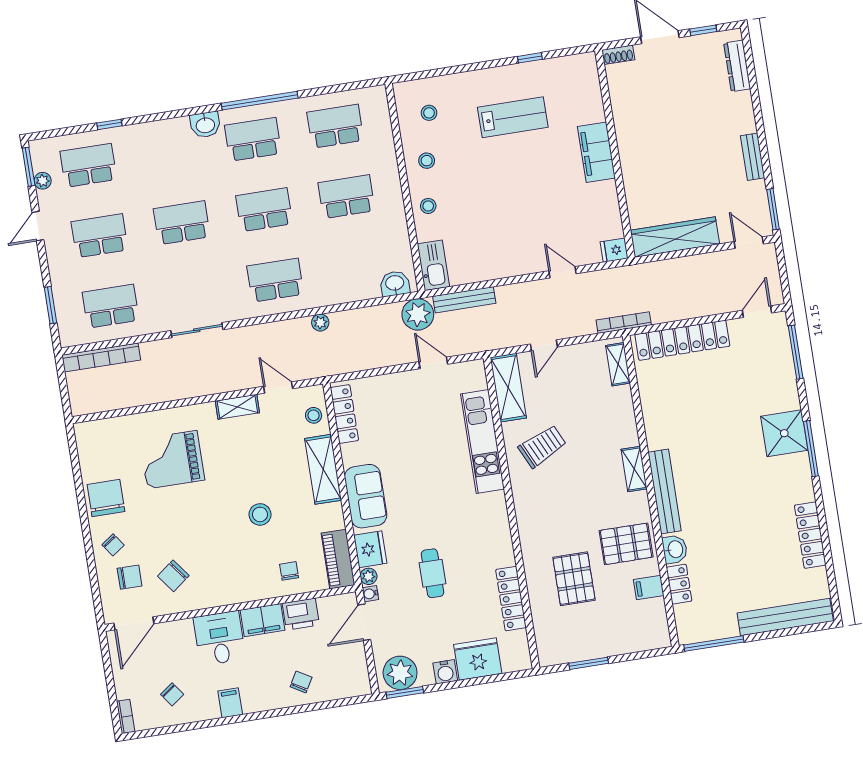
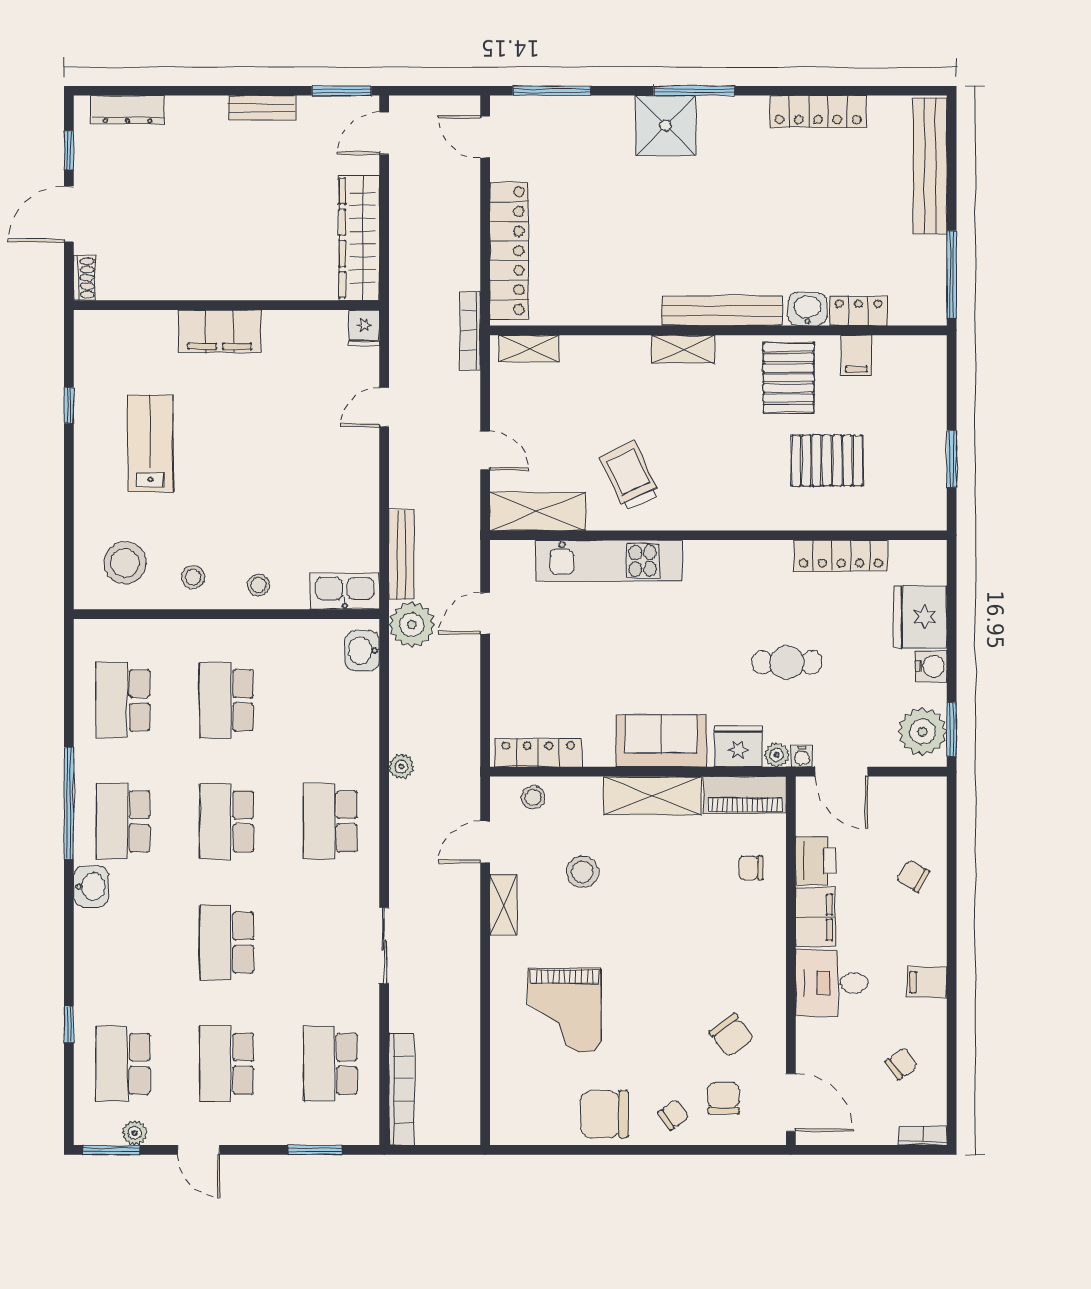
stool: (429, 113) -> (125, 563), width x1.89, depth x1.89
shelving: (323, 469) -> (652, 796), moved
stool: (260, 514) -> (582, 872), moved

